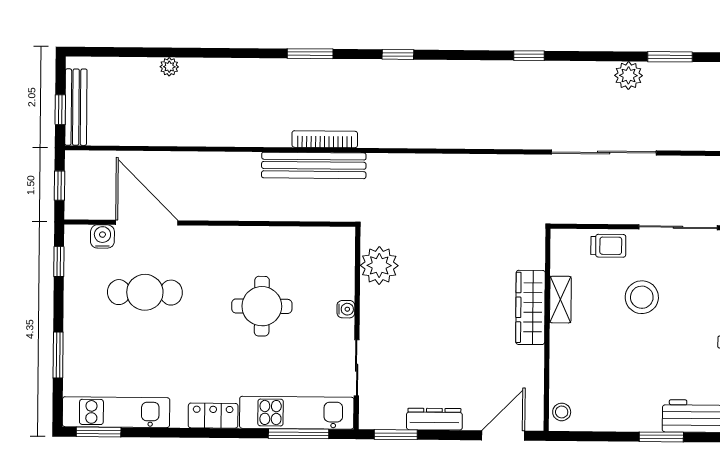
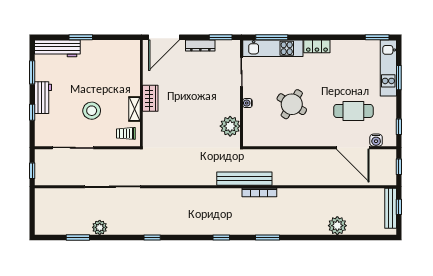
plant: (169, 67) -> (337, 226), width x1.87, depth x1.87
bench: (314, 165) -> (244, 179), moved
trolley: (608, 246) -> (126, 133), moved
round table: (262, 306) -> (292, 104), turned 31
wardrobe: (530, 307) -> (150, 98), width x0.67
kitchen unit: (116, 412) -> (388, 68), moved, turned 90
stool: (562, 412) -> (133, 50), removed
door: (503, 436) -> (164, 37), width x1.36

